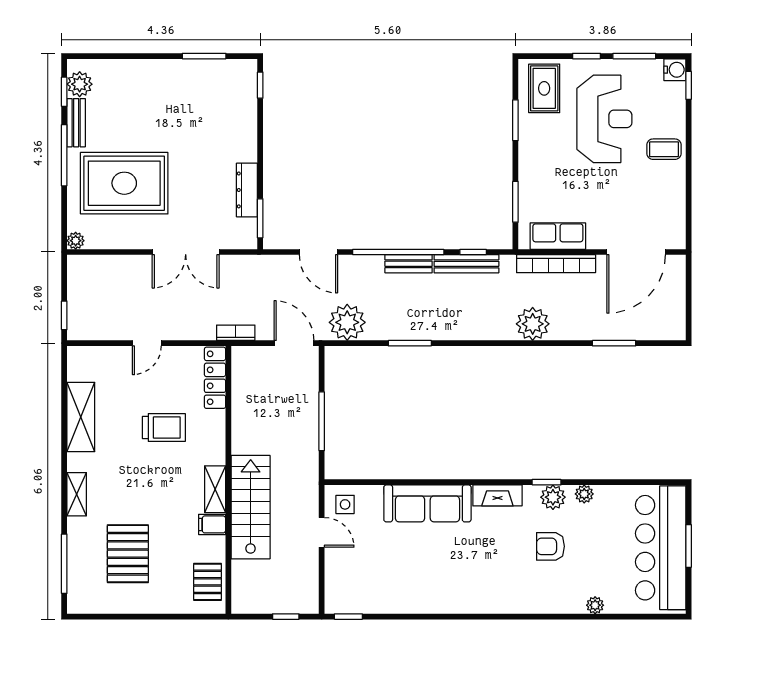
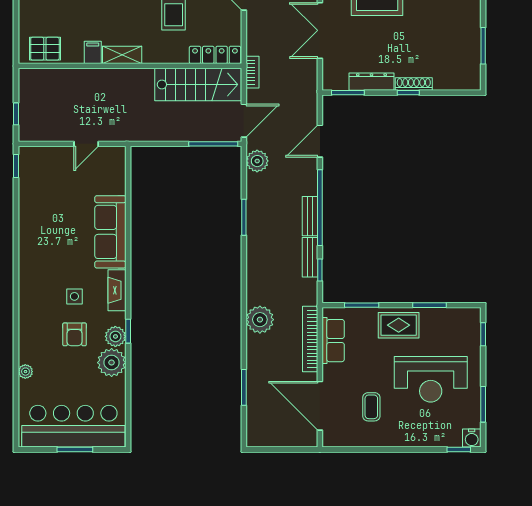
window: (586, 56) -> (483, 334), moved
window: (260, 85) -> (408, 93), moved
rug: (544, 88) -> (399, 325), moved
shoe rack: (250, 139) -> (414, 84), added
coffee table: (664, 149) -> (371, 407), moved
bench: (466, 264) -> (310, 257), width x0.73
plant: (347, 322) -> (257, 161), width x0.73, depth x0.73
window: (322, 421) -> (213, 144), moved
plant: (584, 494) -> (112, 363), width x1.88, depth x1.88
side table: (345, 504) -> (74, 296), moved
stairs: (251, 507) -> (198, 85), moved
armchair: (550, 546) -> (75, 334), turned 180

